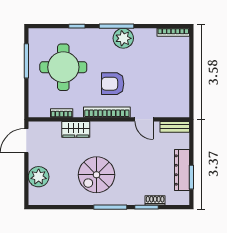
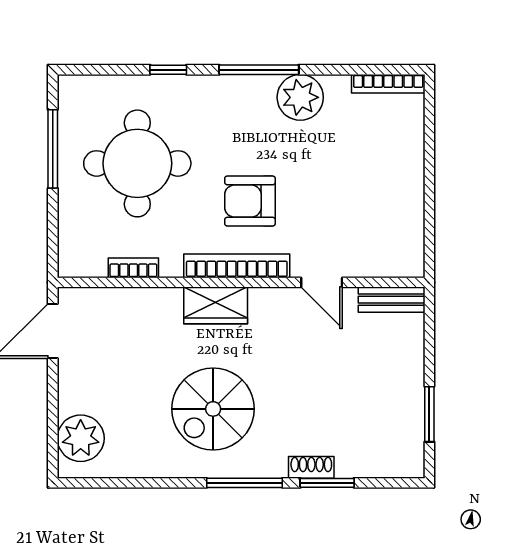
plant: (123, 38) -> (300, 97), moved
wardrobe: (76, 129) -> (216, 305), moved
dresser: (182, 170) -> (408, 398), removed
plant: (39, 177) -> (81, 438), moved
shoe rack: (155, 200) -> (311, 467), moved

